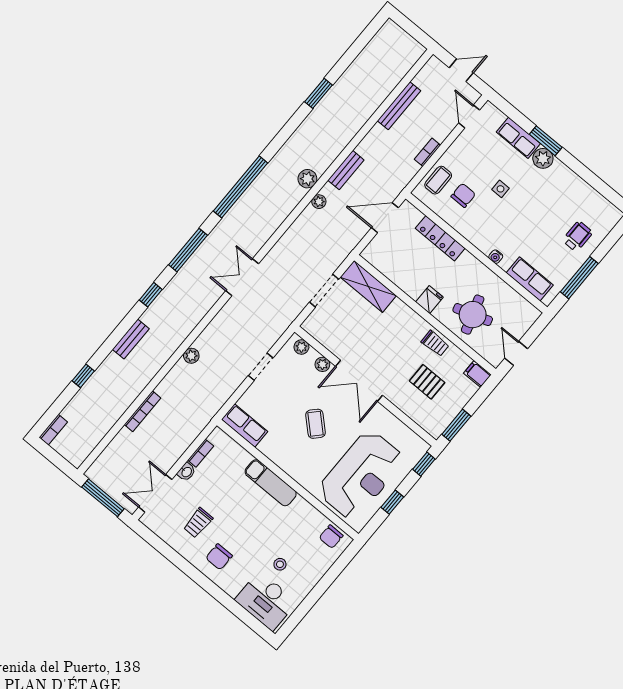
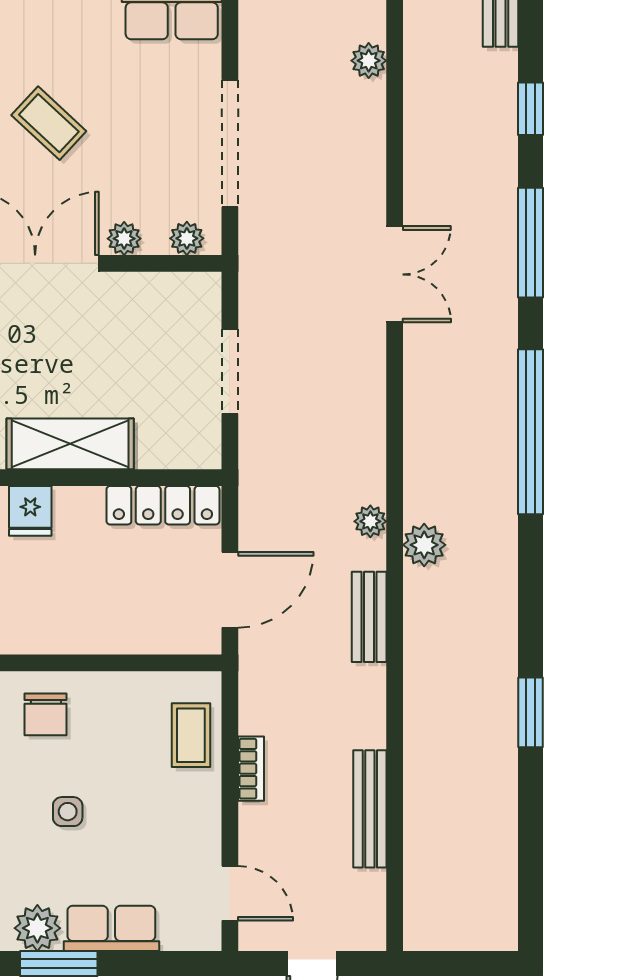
chair: (463, 195) -> (46, 714), moved
locker: (440, 238) -> (163, 505), moved, turned 180
shelving: (368, 286) -> (70, 444), moved
doorway: (261, 367) -> (230, 143), width x1.88

